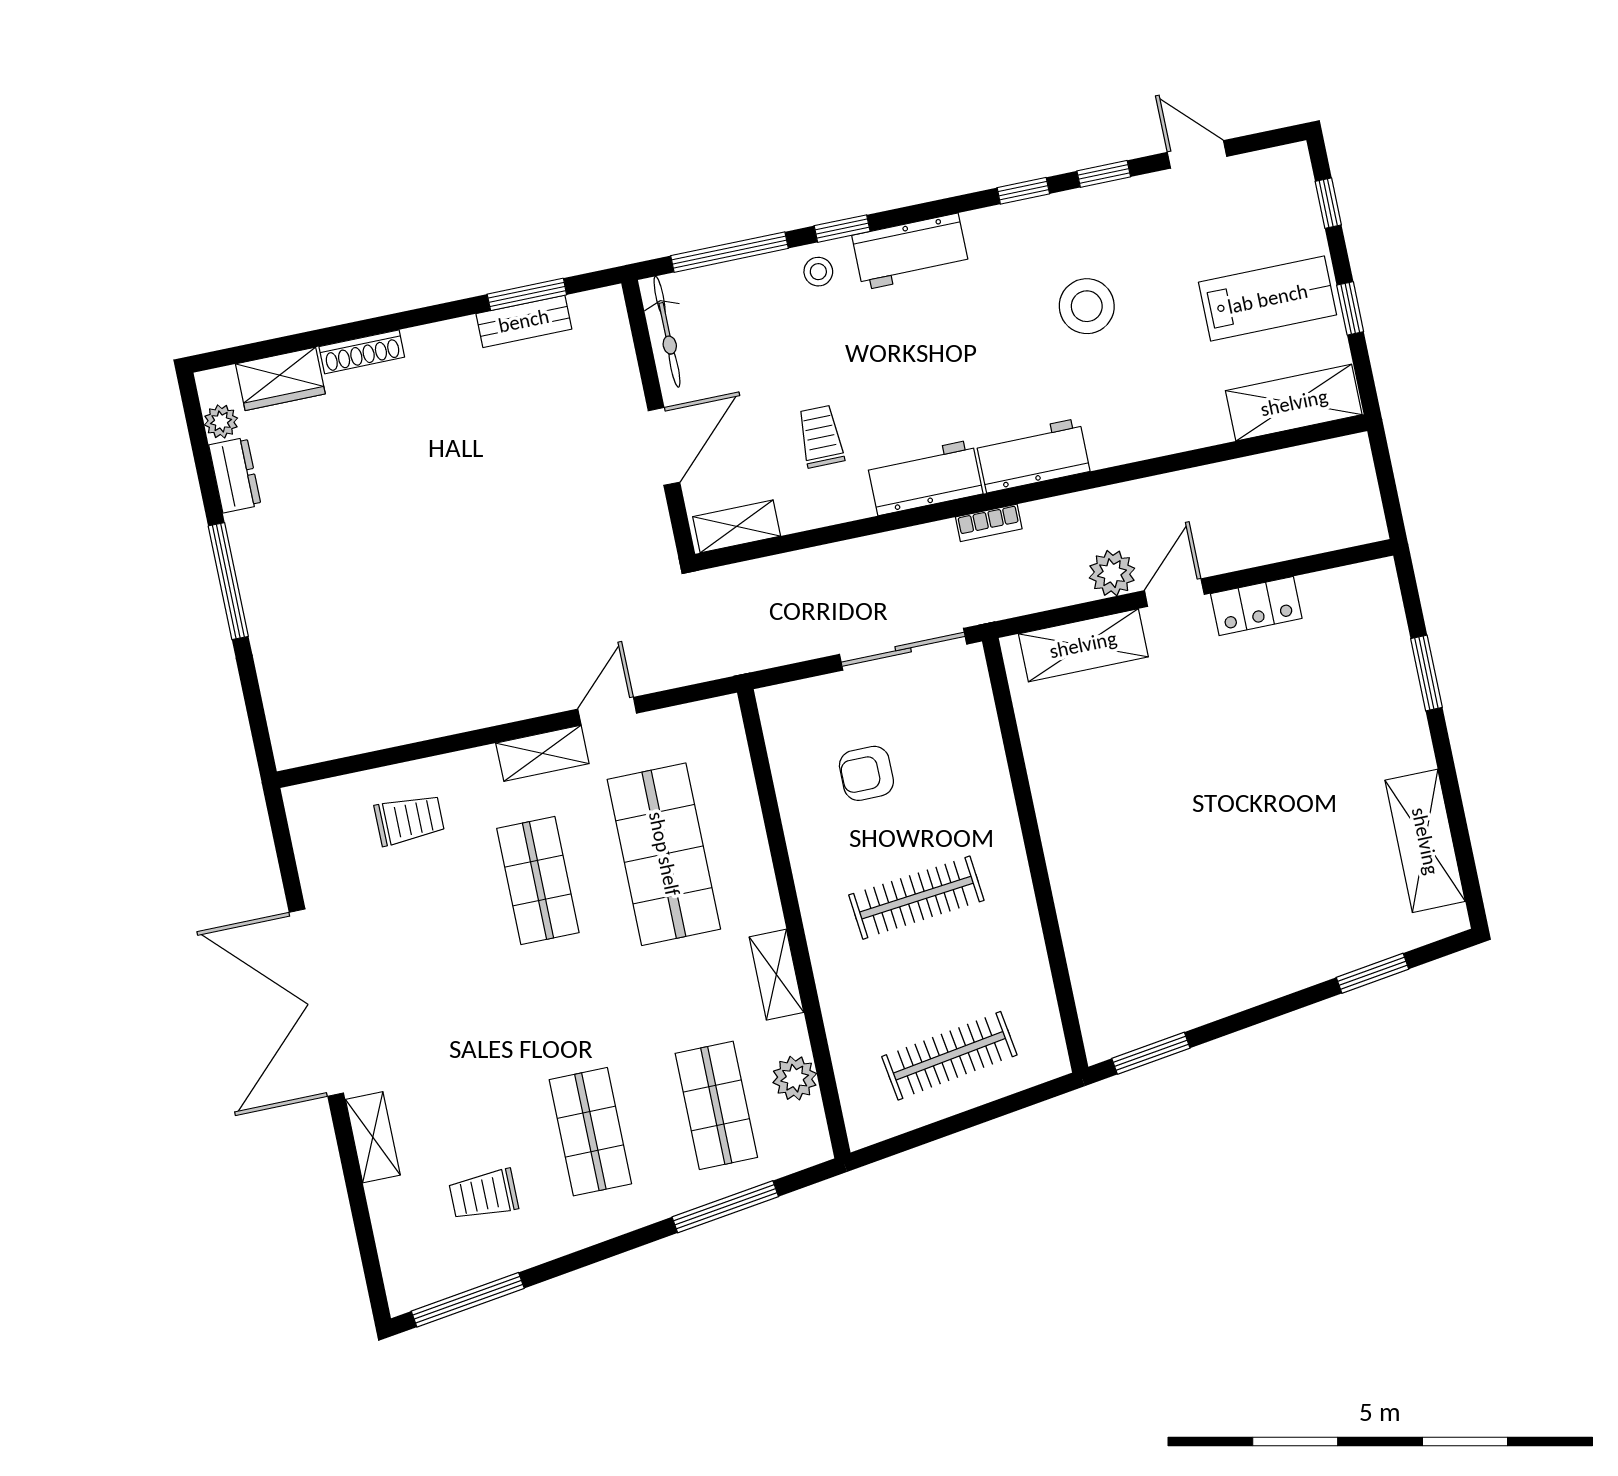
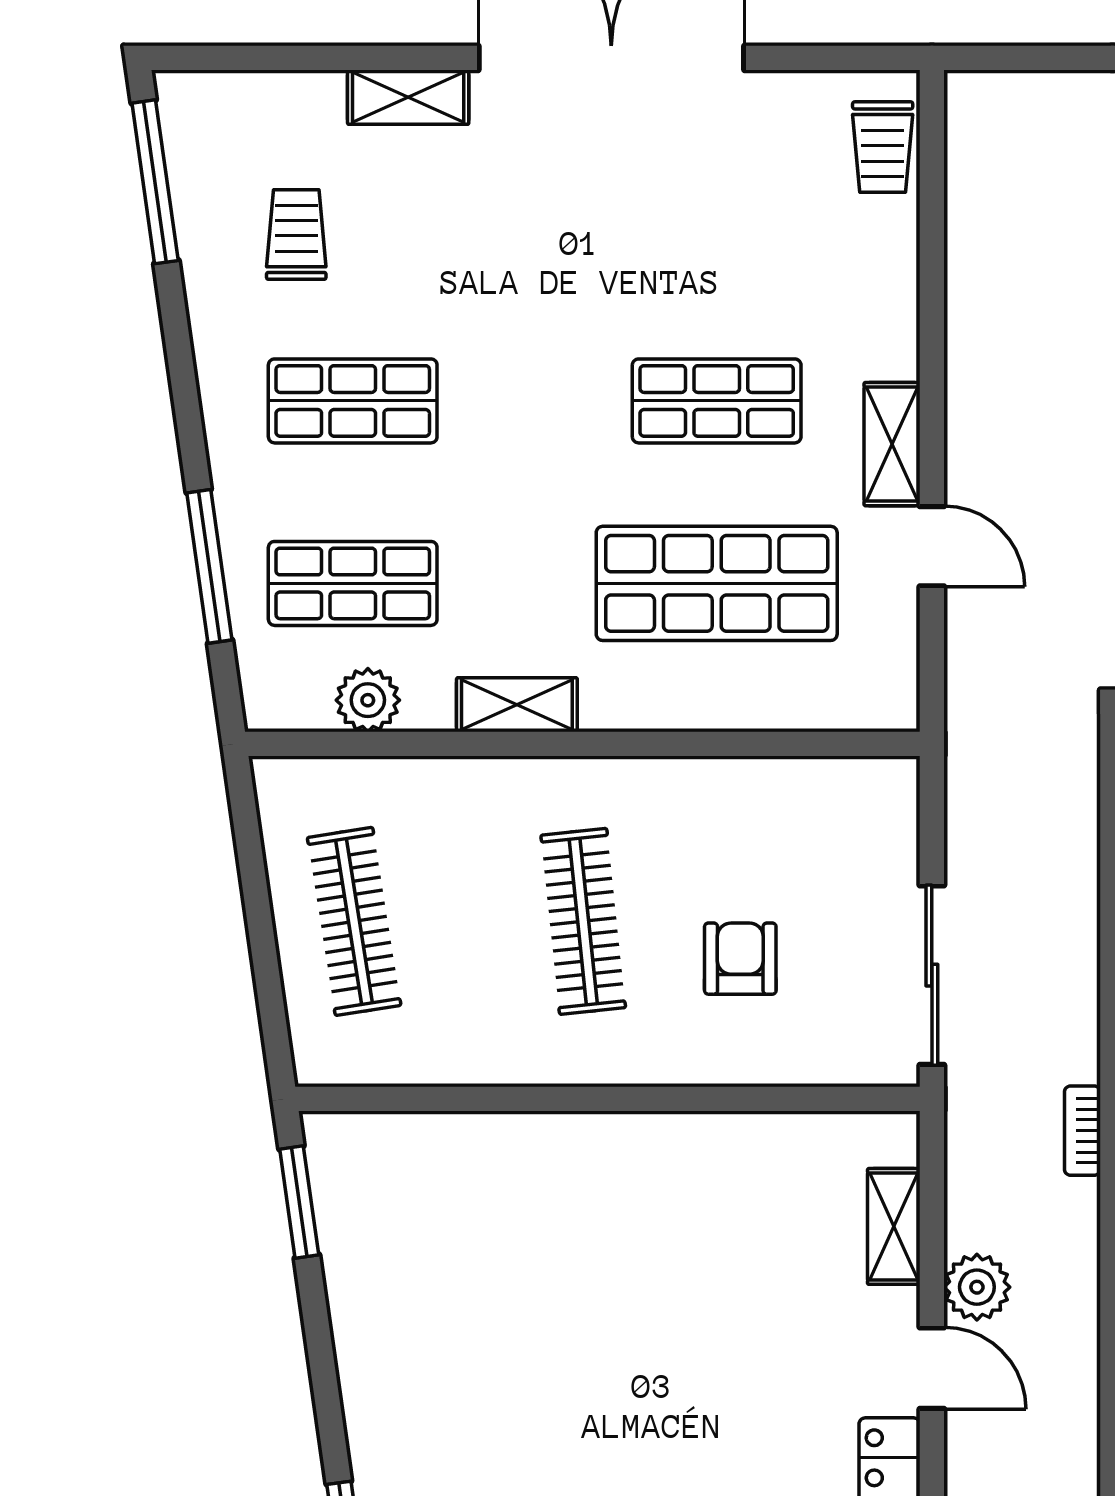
shelving: (1083, 645) -> (894, 1226), width x0.67, depth x0.75
armchair: (866, 773) -> (740, 959), moved
trolley: (409, 820) -> (883, 147), moved

